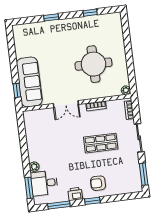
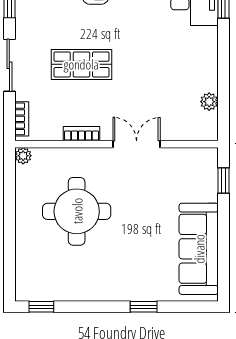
window: (90, 13) -> (41, 307), moved
sofa: (29, 82) -> (199, 249), moved
plant: (34, 167) -> (209, 102), moved

